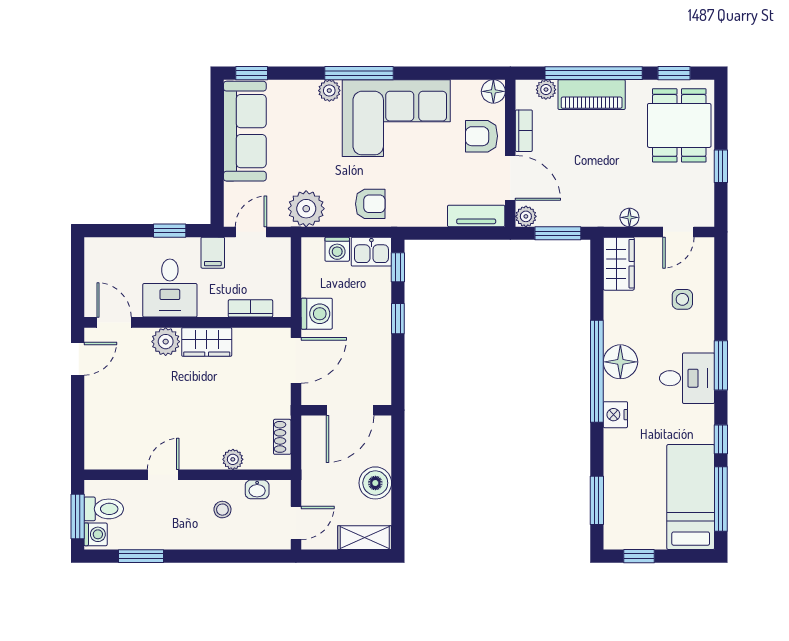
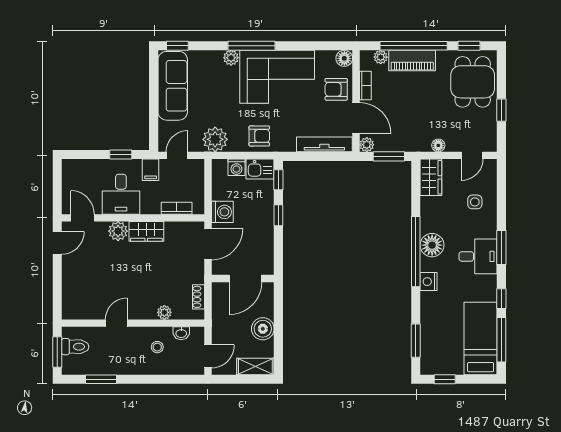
tv unit: (476, 216) -> (324, 144), width x1.41
washing machine: (96, 534) -> (70, 364), removed

